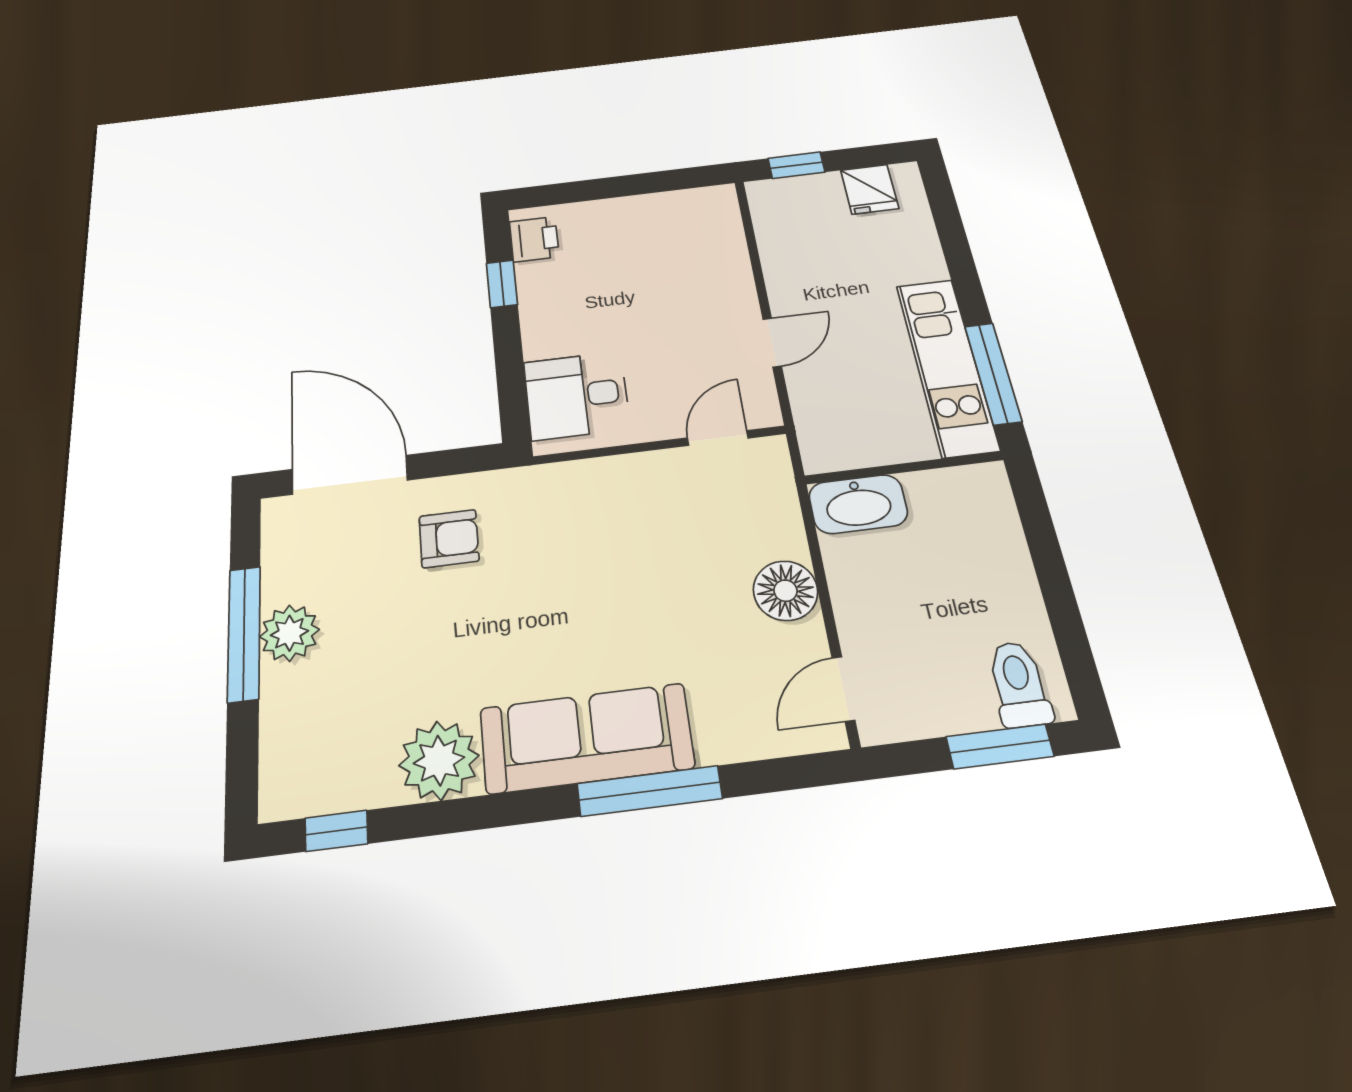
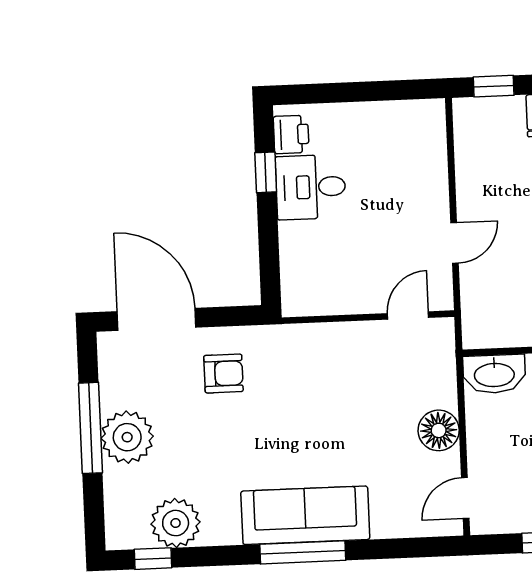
desk: (577, 395) -> (311, 187), moved
plant: (289, 633) -> (127, 437), width x1.36, depth x1.36
plant: (439, 760) -> (176, 523), moved
window: (650, 791) -> (303, 552), moved

